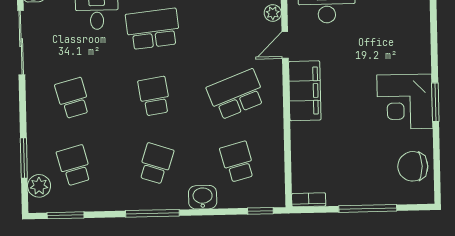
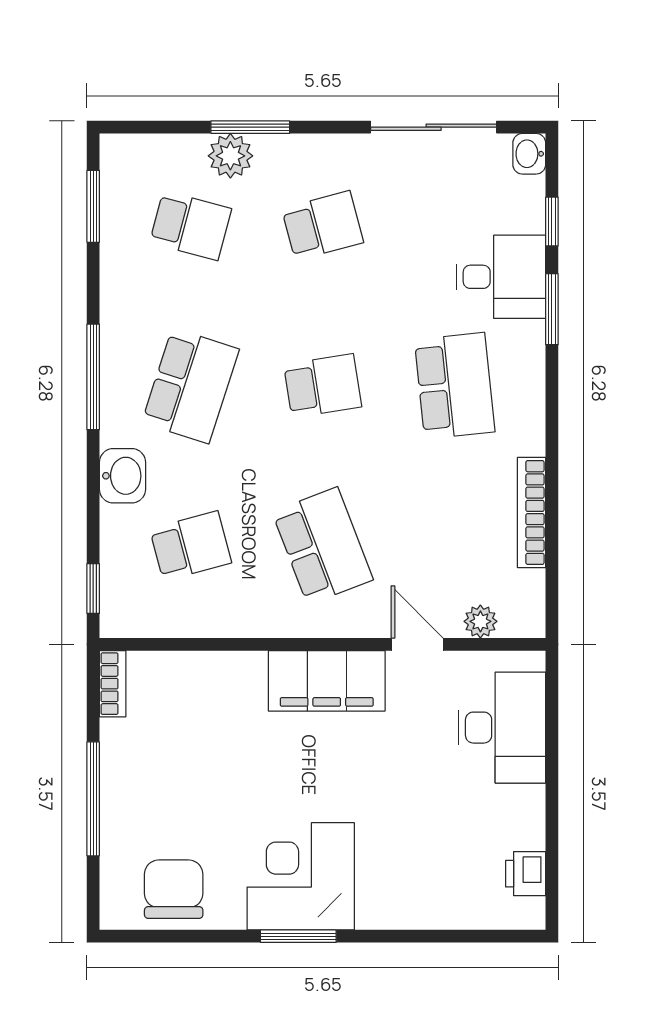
window: (24, 158) -> (250, 127), moved
school desk: (156, 164) -> (191, 386), width x1.85
school desk: (74, 165) -> (191, 226), turned 30
plant: (39, 186) -> (230, 156), moved

